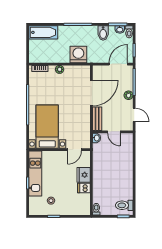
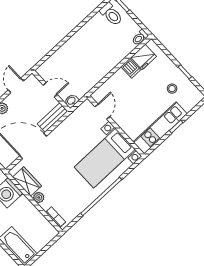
wardrobe: (75, 71) -> (27, 182), added
door: (114, 132) -> (50, 90), hinge flipped
door: (74, 150) -> (102, 112), hinge flipped
fridge: (84, 175) -> (144, 57), moved

